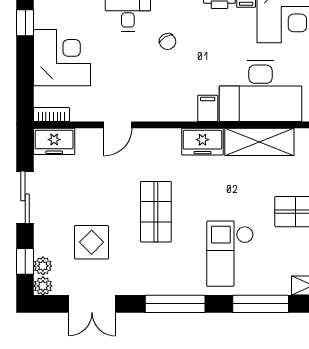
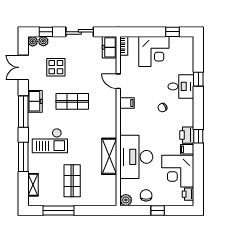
filing cabinet: (208, 108) -> (127, 103), moved
freezer: (203, 142) -> (35, 101), moved, turned 180
checkout: (230, 254) -> (50, 141), turned 180

